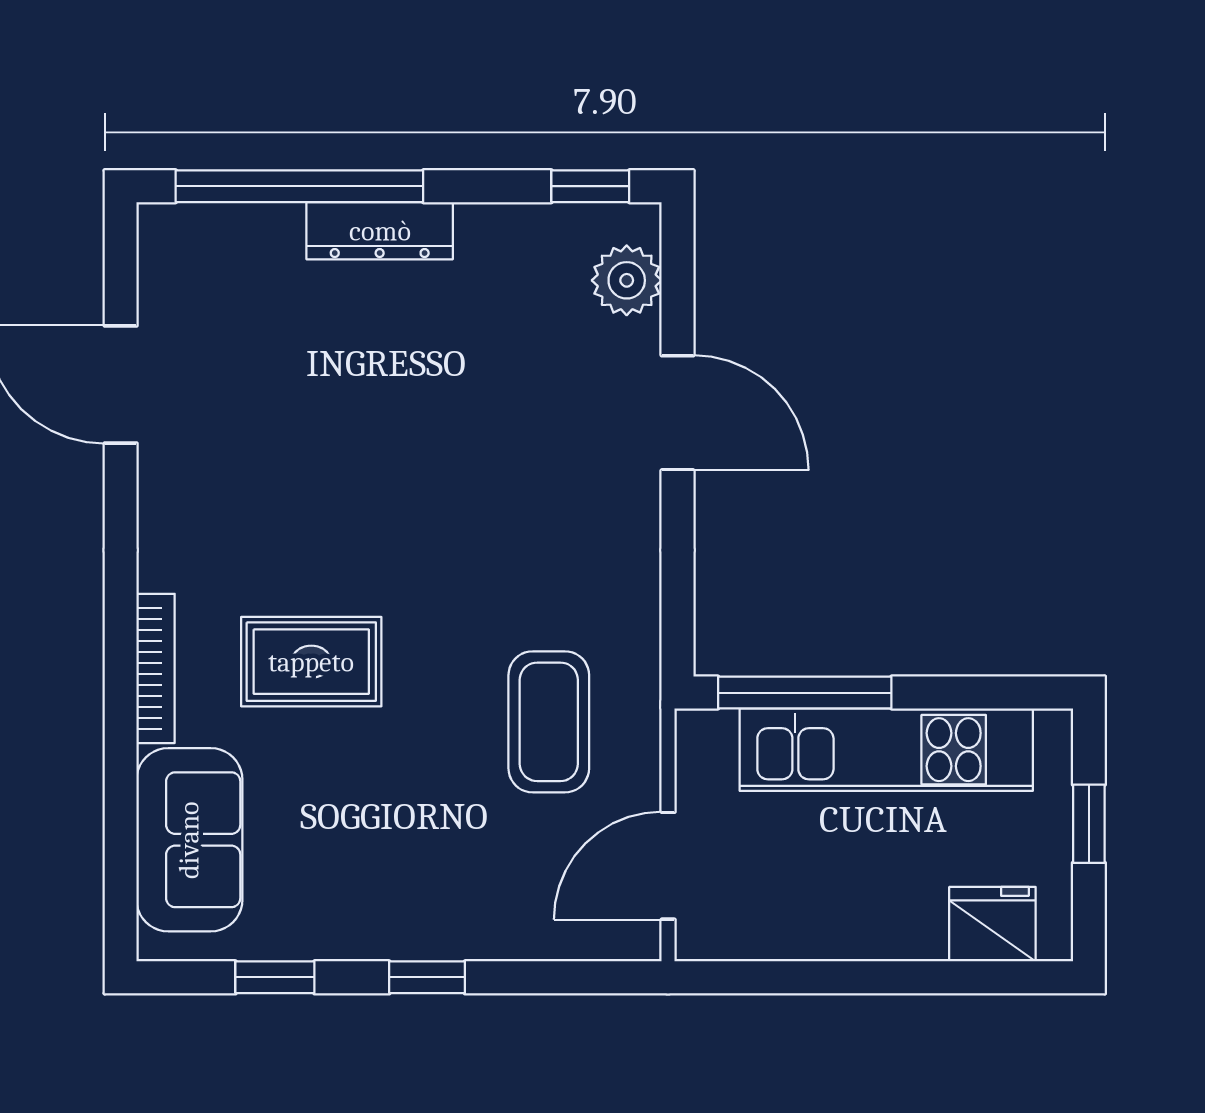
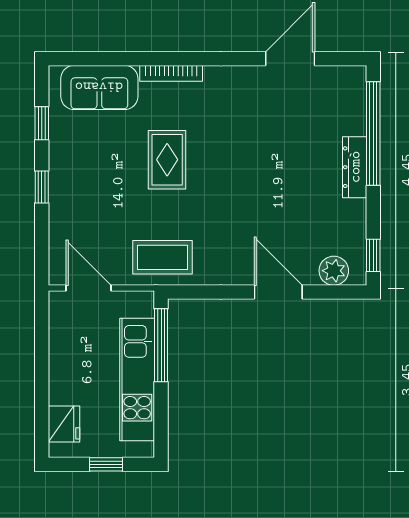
door: (678, 413) -> (278, 292), swing flipped
rug: (311, 662) -> (167, 160), moved
coffee table: (549, 722) -> (163, 257), moved

